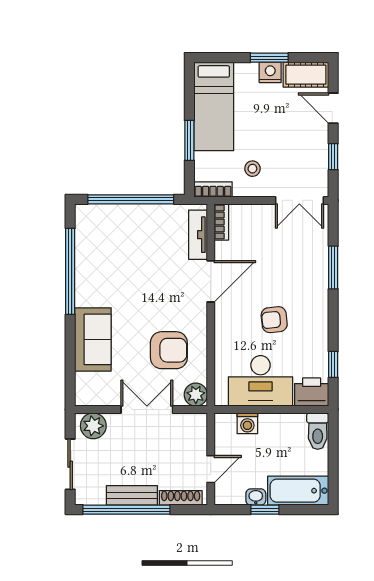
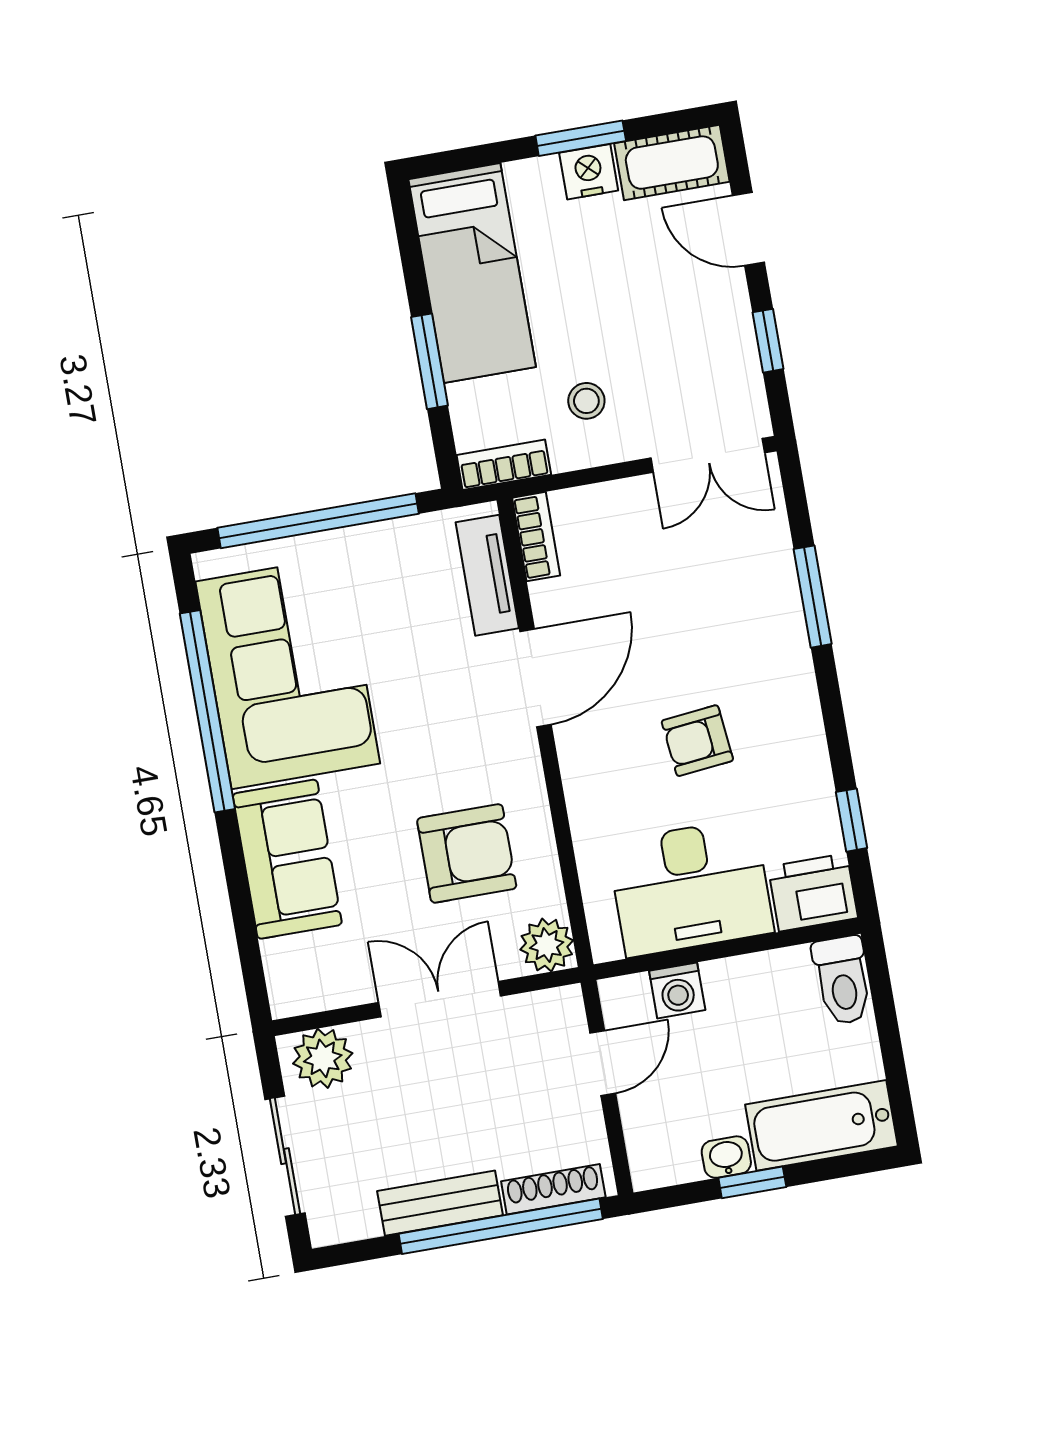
corner sofa: (107, 261) -> (288, 673), added
door: (211, 469) -> (603, 1063), moved
window: (126, 510) -> (501, 1226), moved

